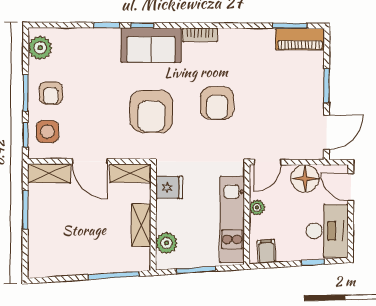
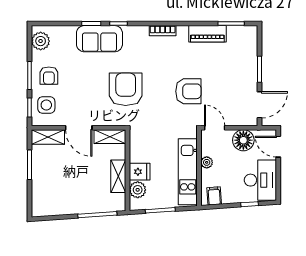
piano: (300, 39) -> (207, 34), moved
sofa: (151, 45) -> (99, 39), moved
armchair: (217, 103) -> (188, 91), moved, turned -90
armchair: (151, 111) -> (126, 89), turned 180
door: (268, 162) -> (215, 128), swing flipped
fridge: (169, 187) -> (140, 172), moved

